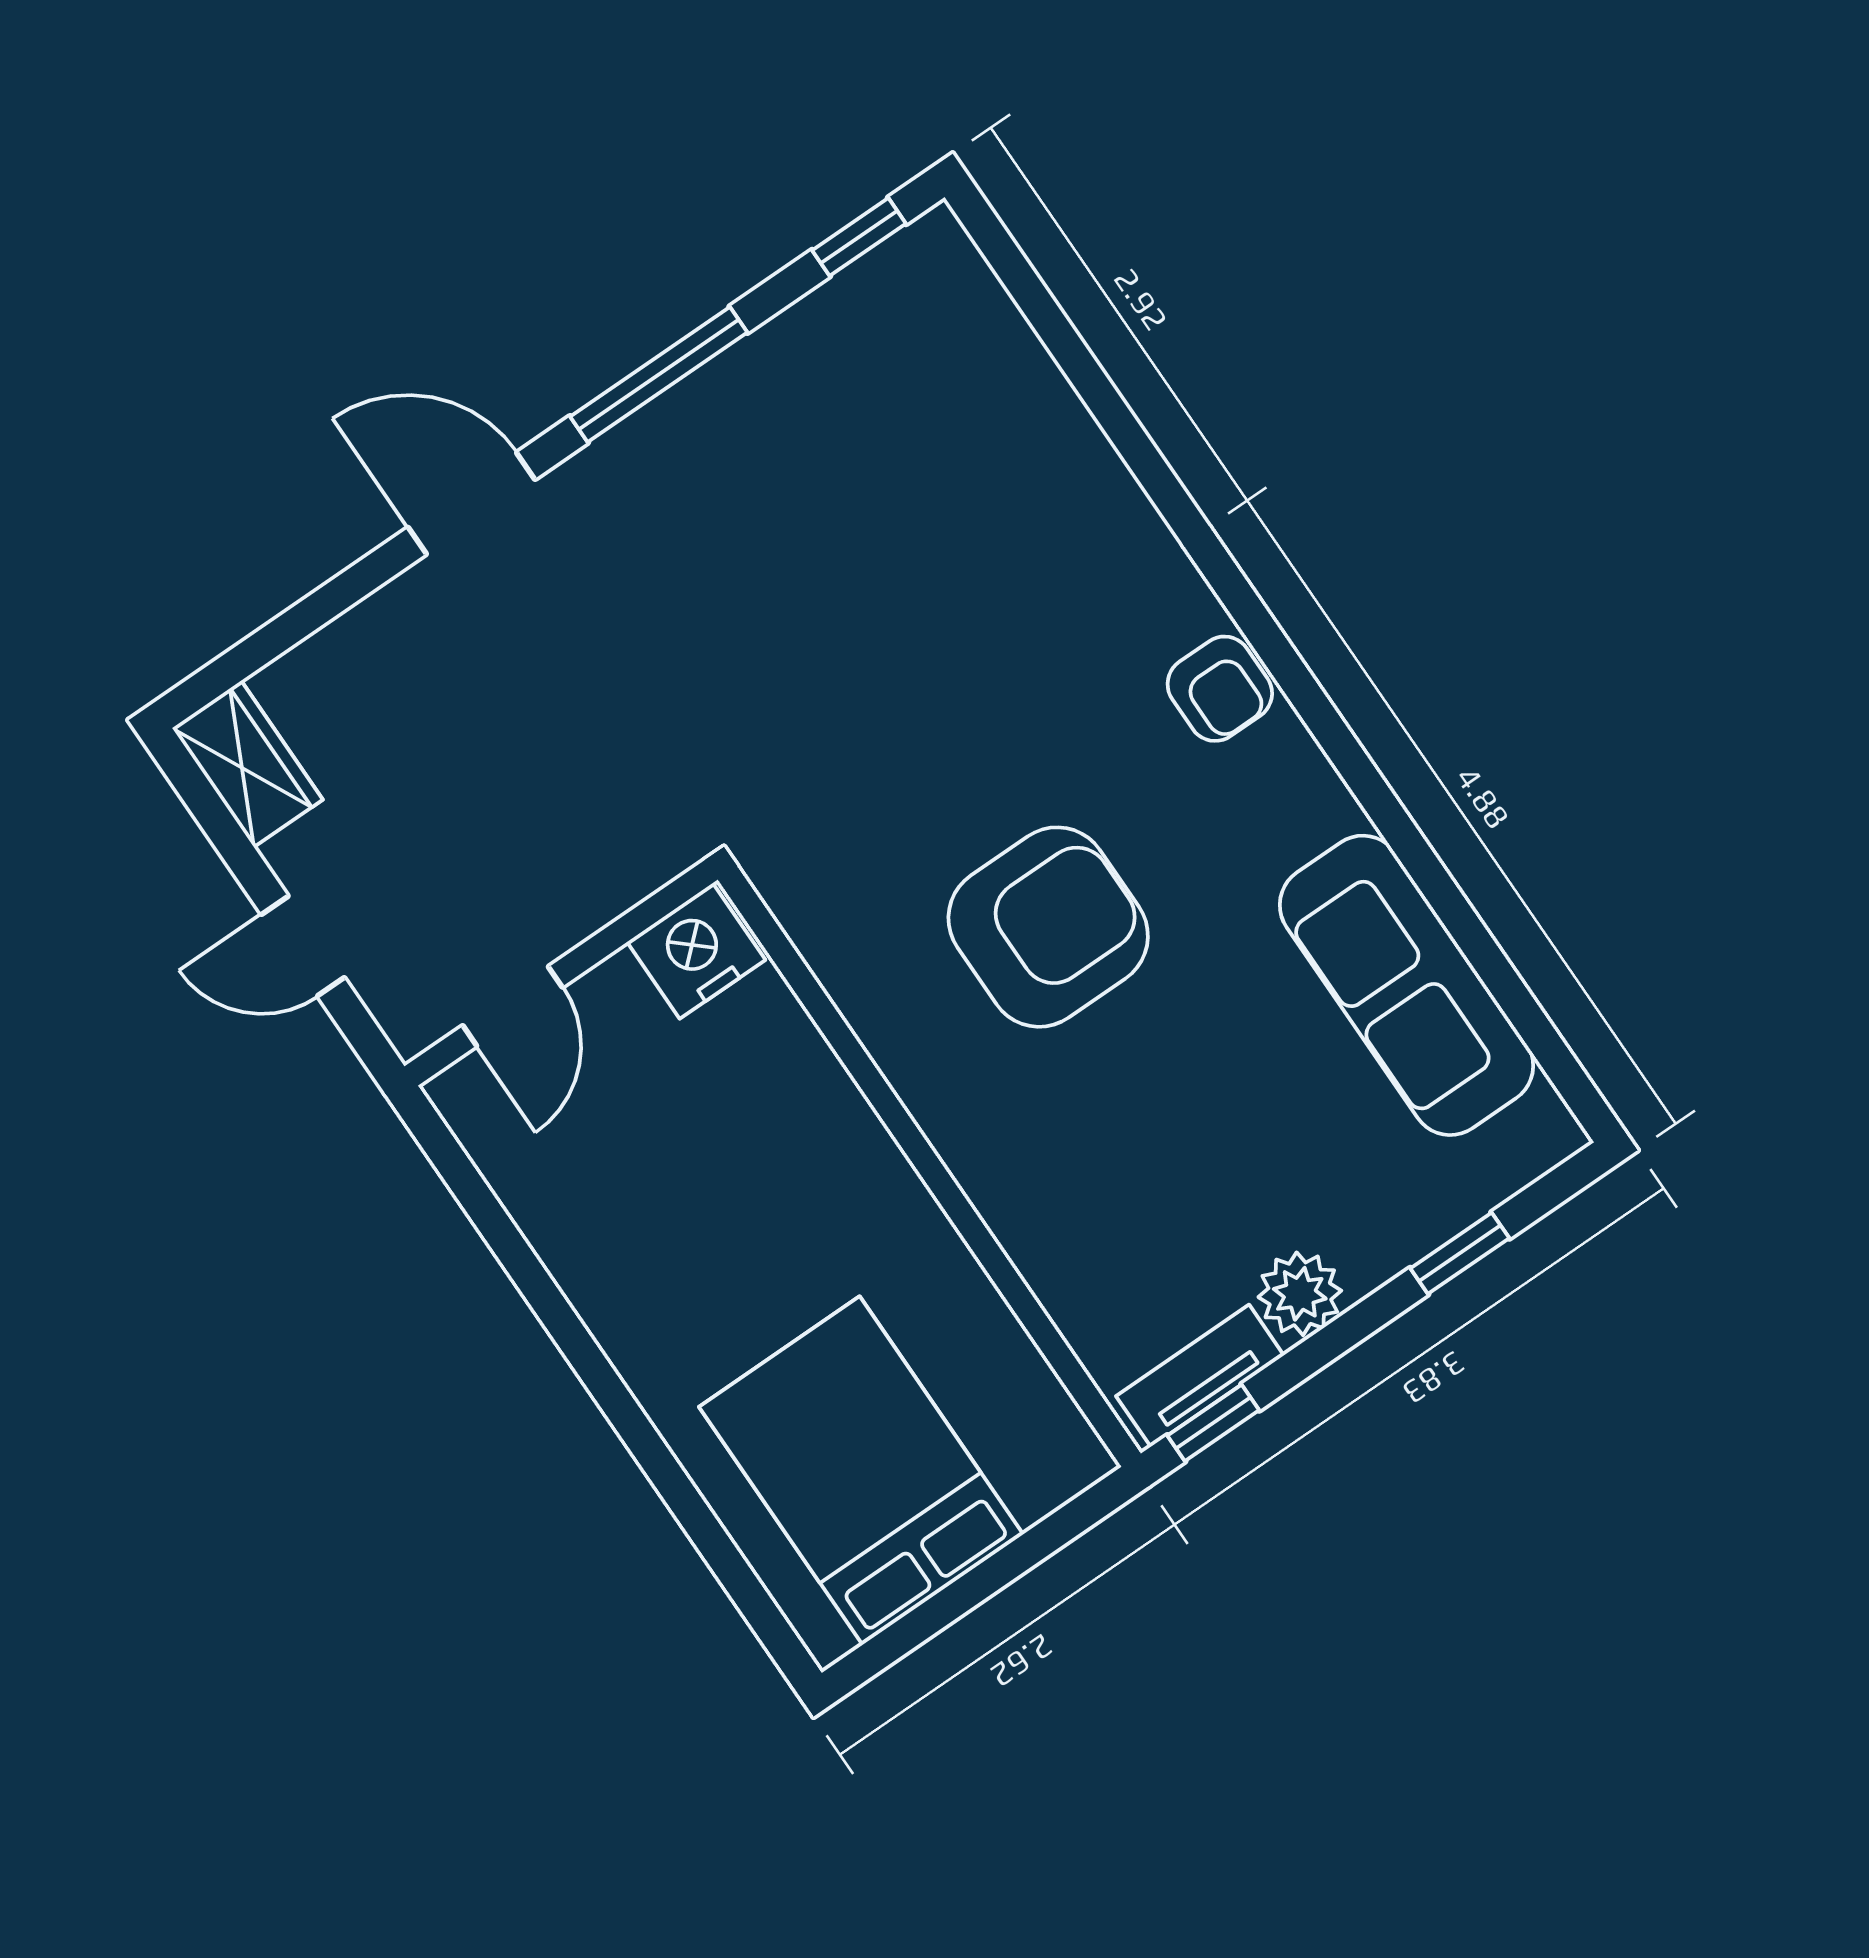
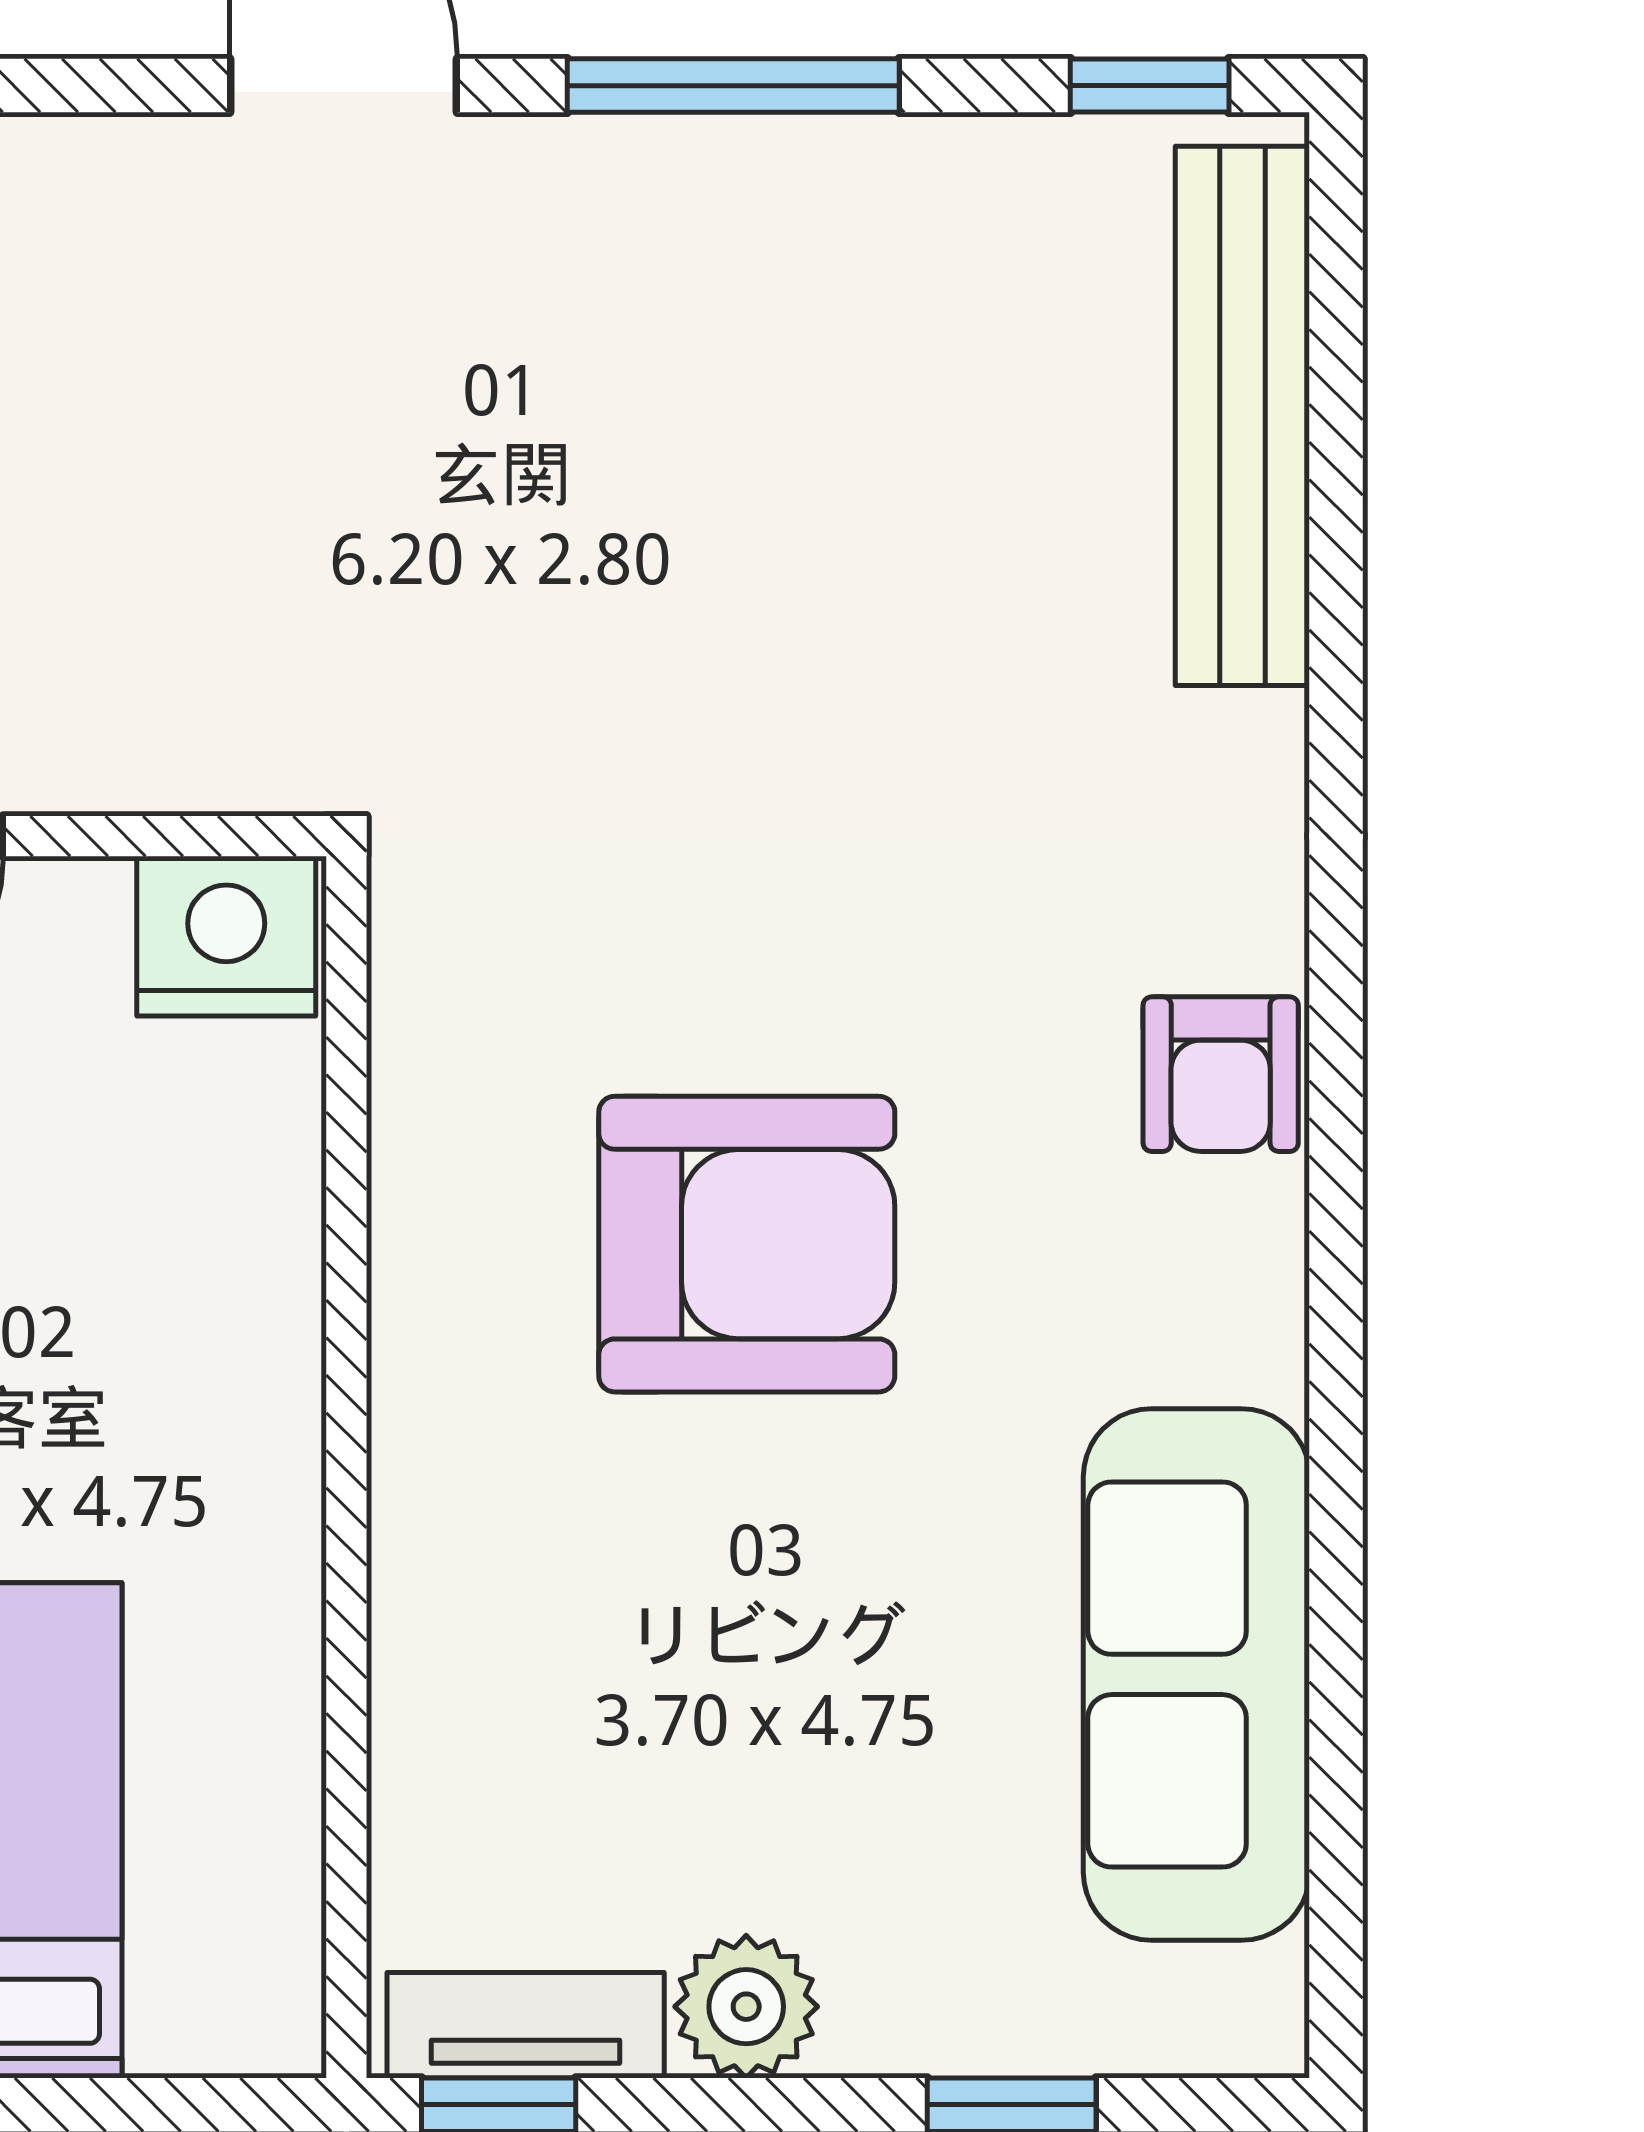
bench: (1013, 365) -> (1242, 416), added

